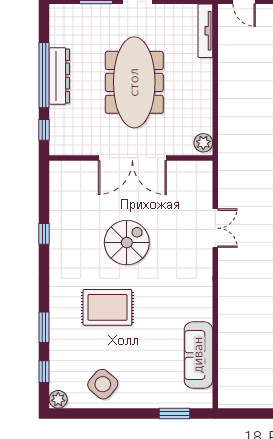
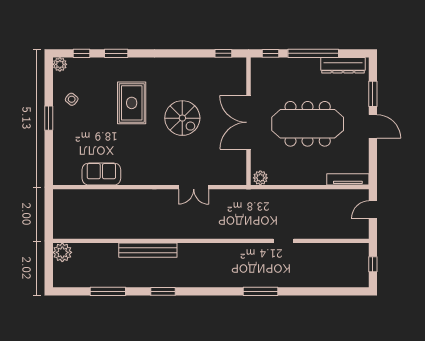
dresser: (59, 76) -> (343, 65), moved
window: (44, 234) -> (223, 53), moved
sofa: (198, 355) -> (101, 174), width x0.73
side table: (103, 384) -> (72, 99), width x0.54, depth x0.54
window: (175, 413) -> (49, 118), moved

